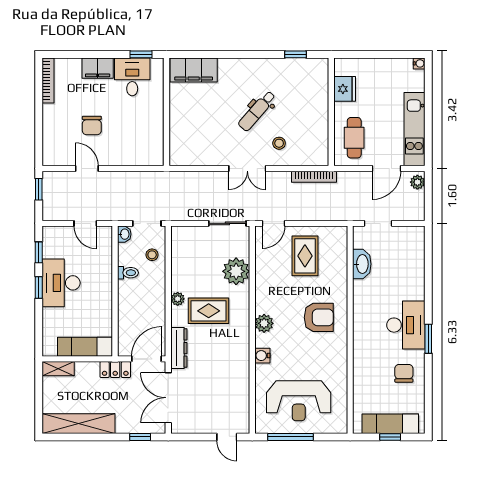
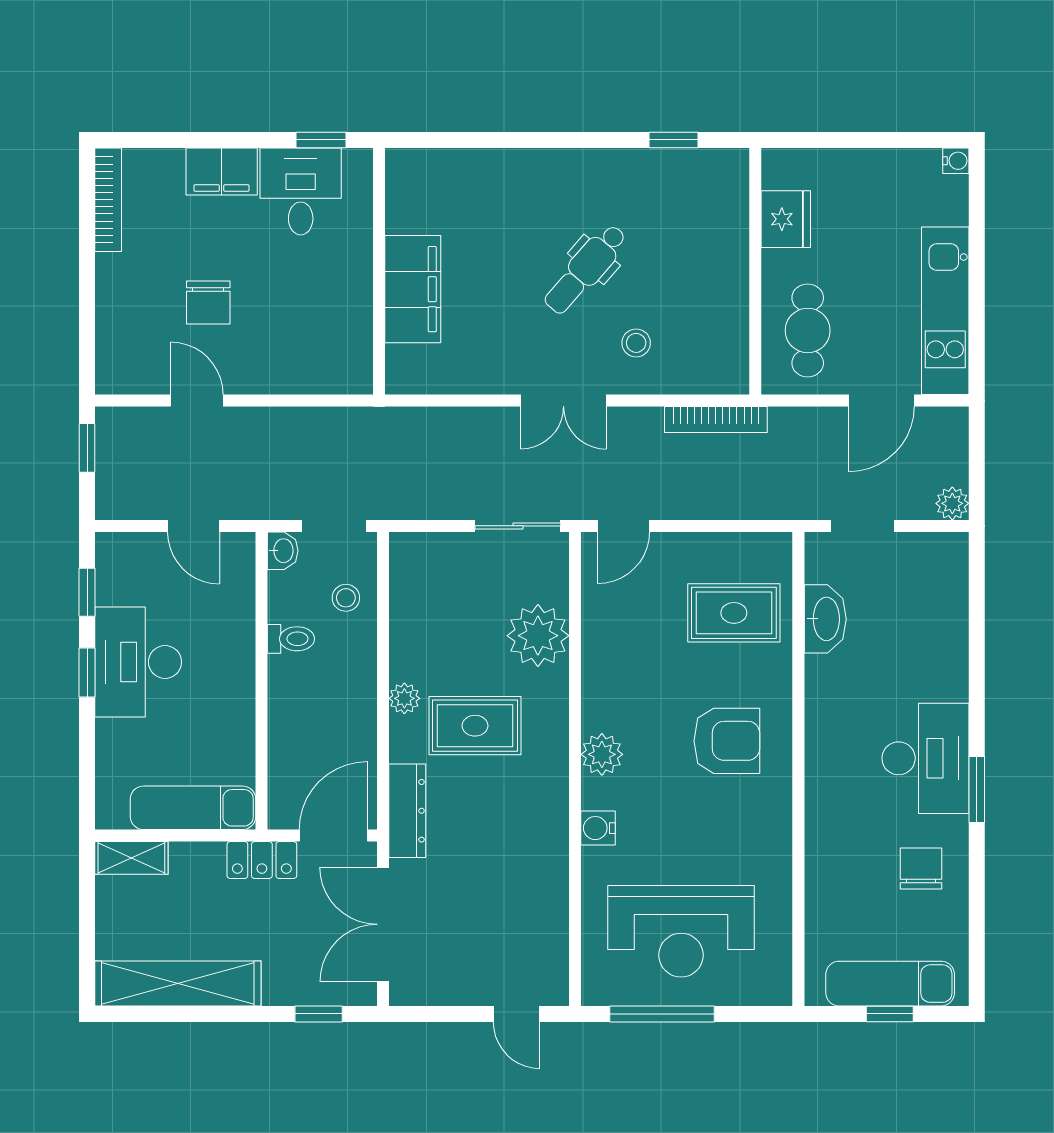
filing cabinet: (194, 70) -> (413, 289), moved, turned -90
plant: (417, 182) -> (952, 503), moved
rug: (305, 256) -> (734, 613), moved, turned 90

